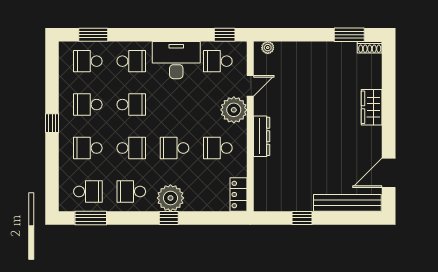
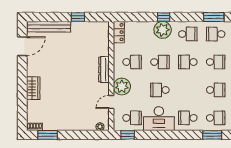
school desk: (131, 105) -> (160, 90), moved

